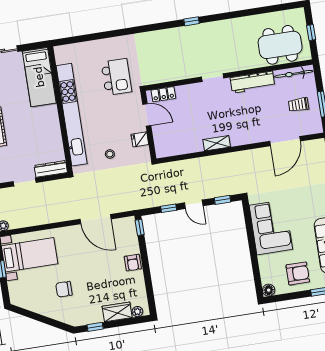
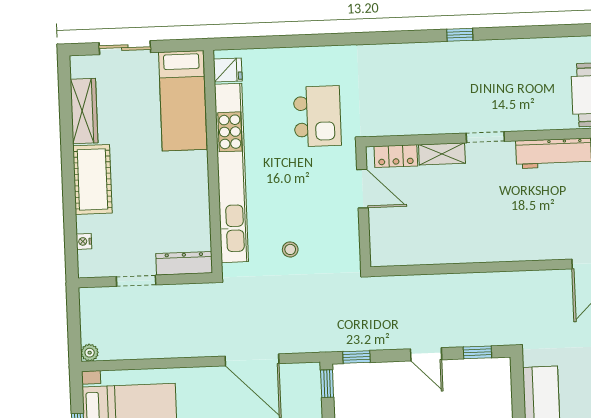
fridge: (140, 139) -> (228, 70), moved, turned 180
shelving: (217, 143) -> (442, 154), moved
window: (169, 208) -> (356, 357), moved

